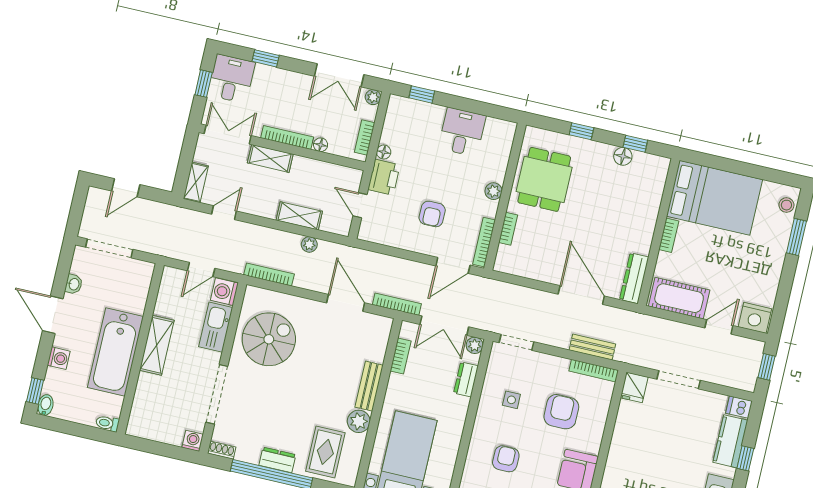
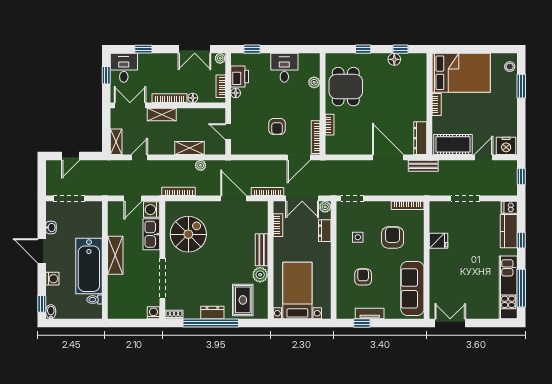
printer: (384, 177) -> (240, 76), moved
plant: (494, 191) -> (314, 82), moved
bench: (592, 347) -> (423, 166), moved
fridge: (634, 387) -> (438, 241), moved, turned -90
toilet: (107, 423) -> (94, 300), moved

